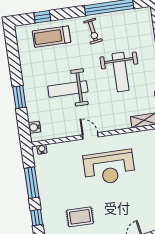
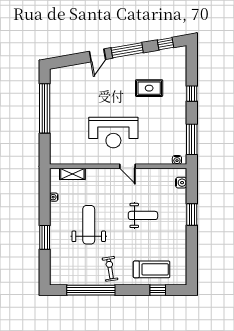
weight bench: (68, 89) -> (143, 215), width x0.73, depth x0.75
reception desk: (109, 167) -> (113, 133), turned 180
window: (32, 183) -> (192, 139), moved

